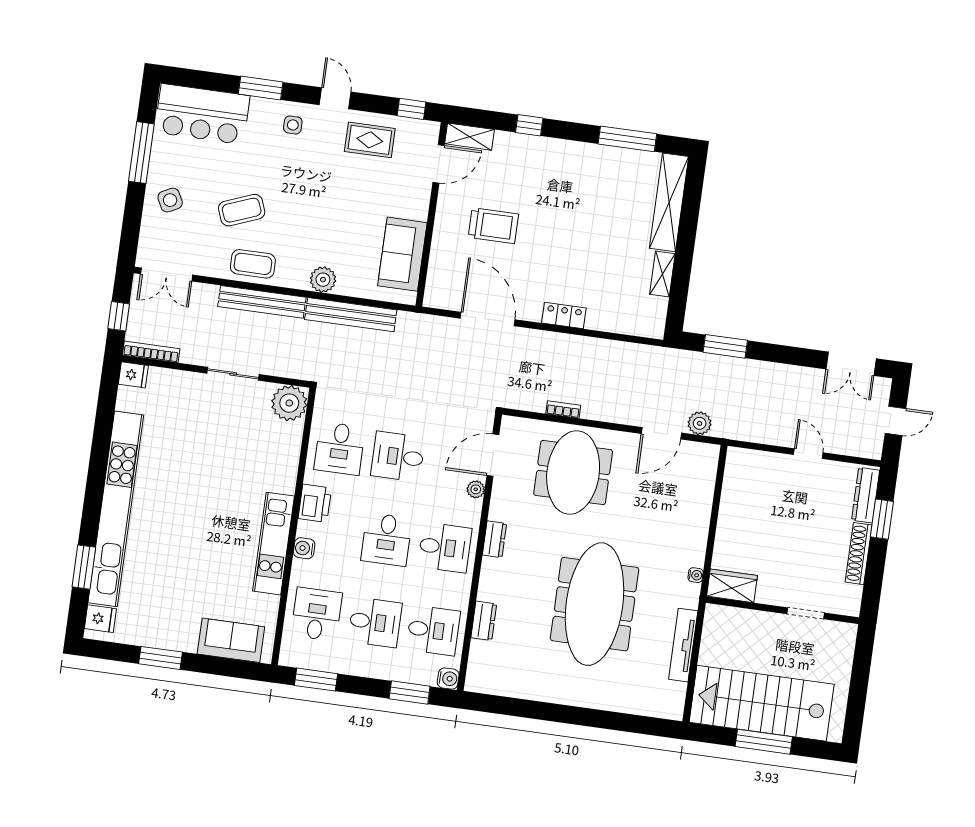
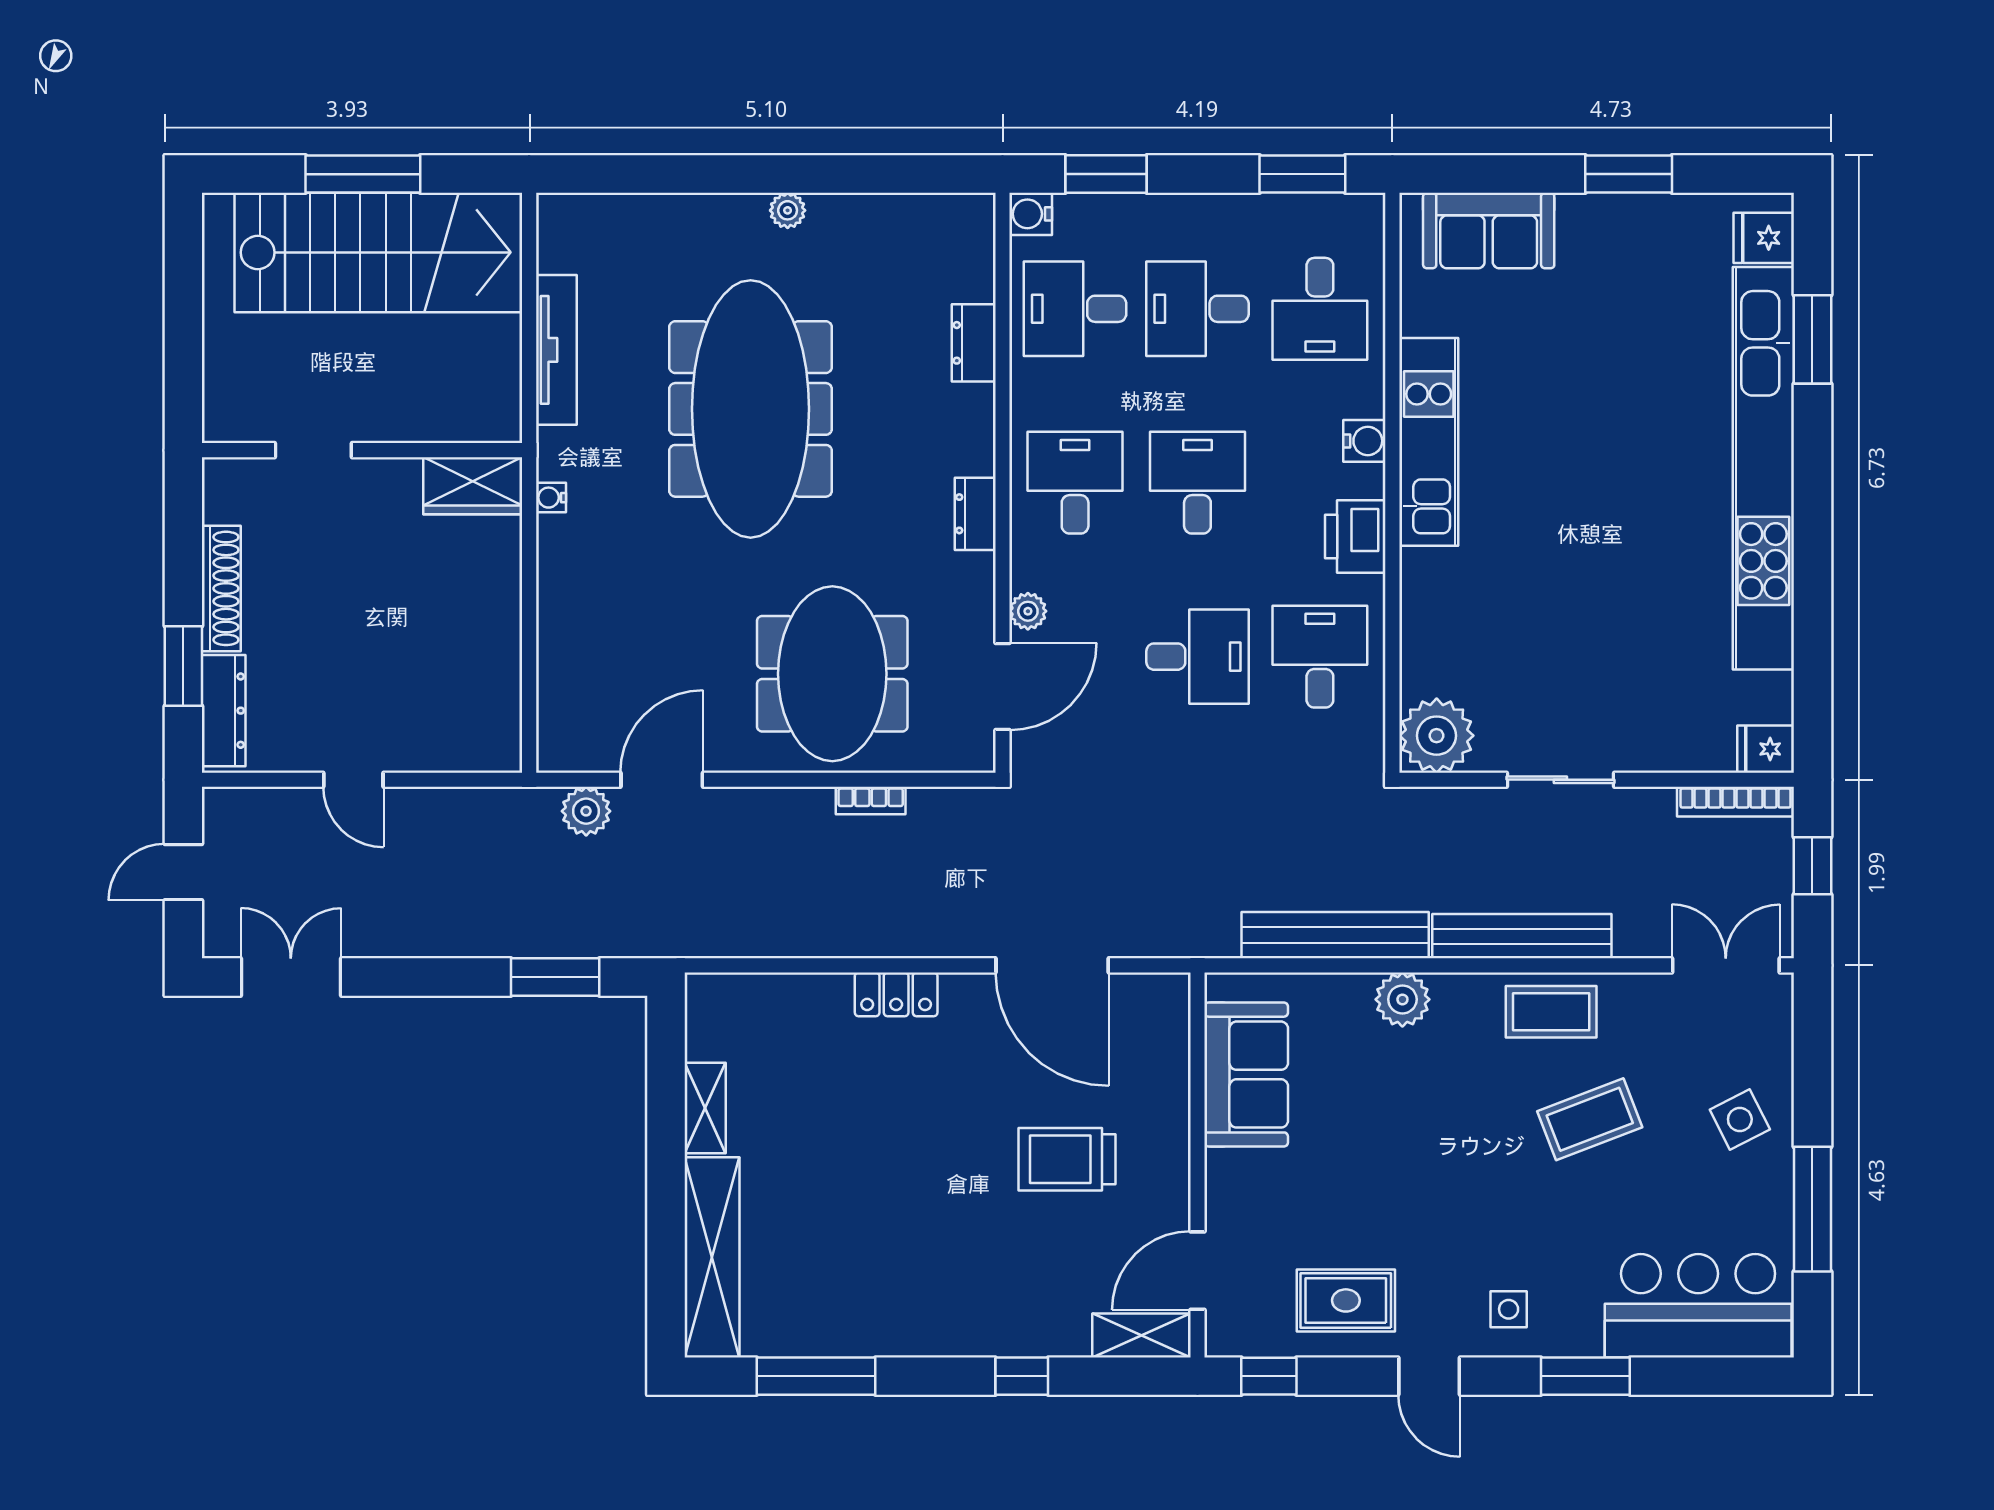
desk: (445, 547) -> (1075, 483), turned 90
plant: (564, 696) -> (788, 210), added

